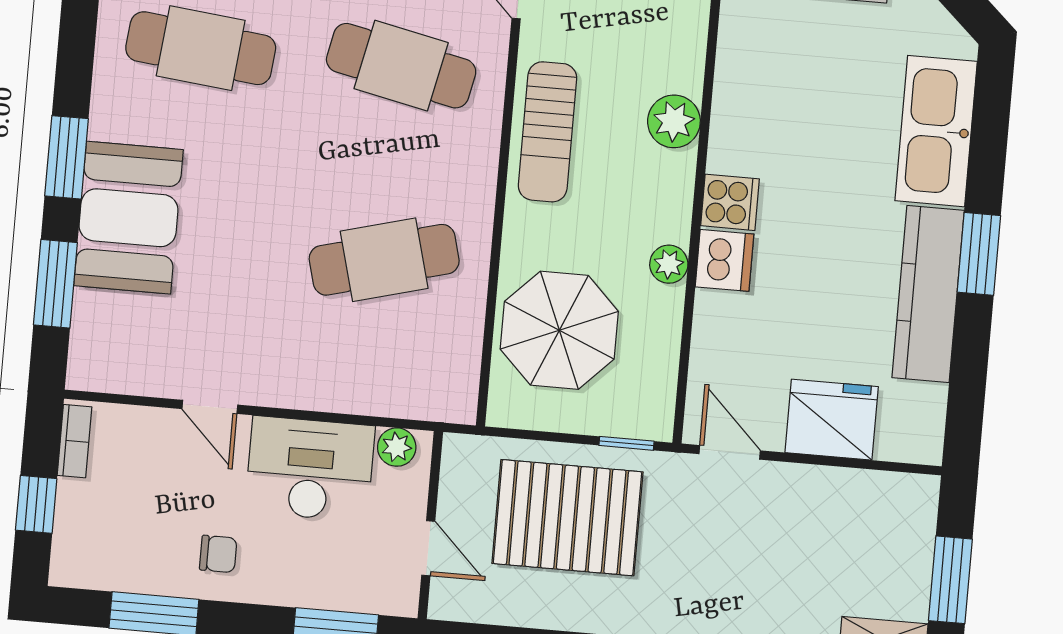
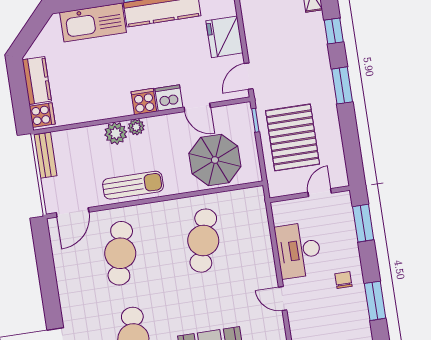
cafe table: (384, 260) -> (203, 241), turned 30
plant: (669, 264) -> (136, 127), moved
door: (688, 319) -> (197, 107), added
door: (210, 407) -> (283, 299), swing flipped
plant: (397, 447) -> (280, 216), removed

